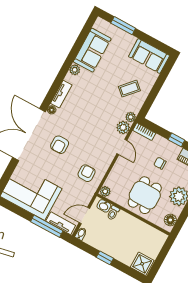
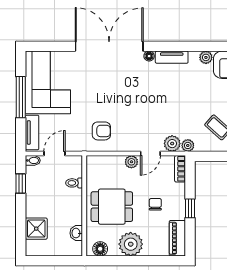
armchair: (60, 145) -> (116, 85), removed
plant: (105, 191) -> (131, 162), moved
washbasin: (104, 206) -> (76, 233), moved
door: (84, 216) -> (54, 154), hinge flipped
window: (47, 226) -> (21, 97), moved
window: (105, 258) -> (21, 183), moved
shower: (142, 264) -> (36, 229), moved

